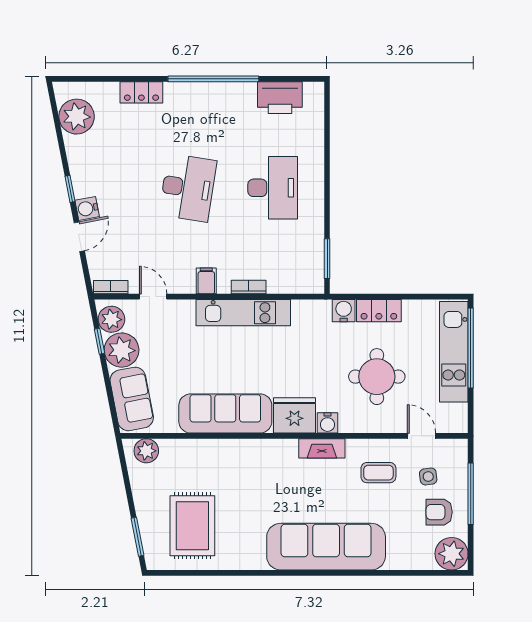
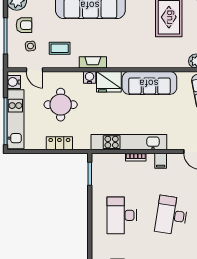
water cooler: (344, 311) -> (14, 82), moved, turned 90
kitchen unit: (243, 313) -> (129, 142), width x1.36

